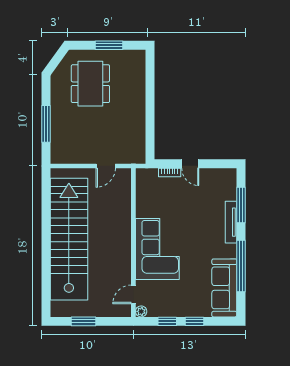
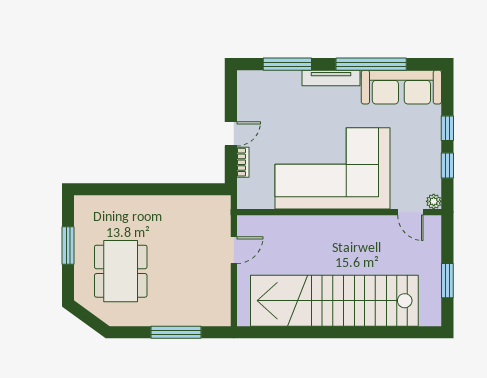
dining table: (90, 84) -> (121, 271), turned 90
door: (106, 166) -> (234, 250), hinge flipped
tv unit: (231, 222) -> (331, 78), moved
corner sofa: (157, 249) -> (333, 168), width x1.36, depth x1.36

